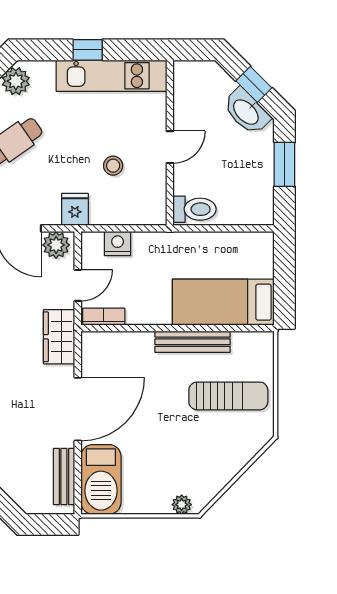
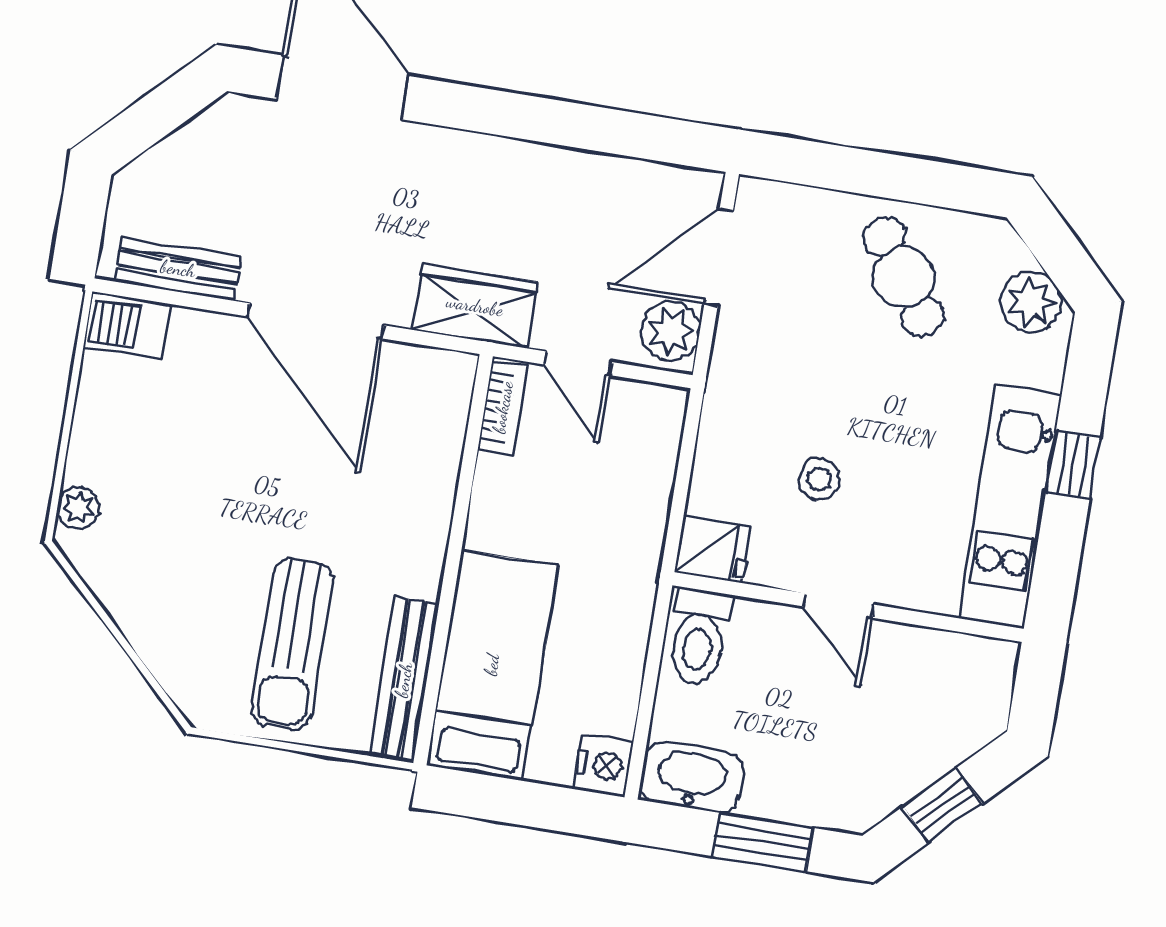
washbasin: (246, 111) -> (691, 777), moved, turned 45
fridge: (75, 209) -> (713, 549), moved
nightstand: (118, 244) -> (603, 765), moved
bench: (193, 342) -> (404, 680), moved
barbecue: (101, 479) -> (127, 325), width x0.53, depth x0.65

